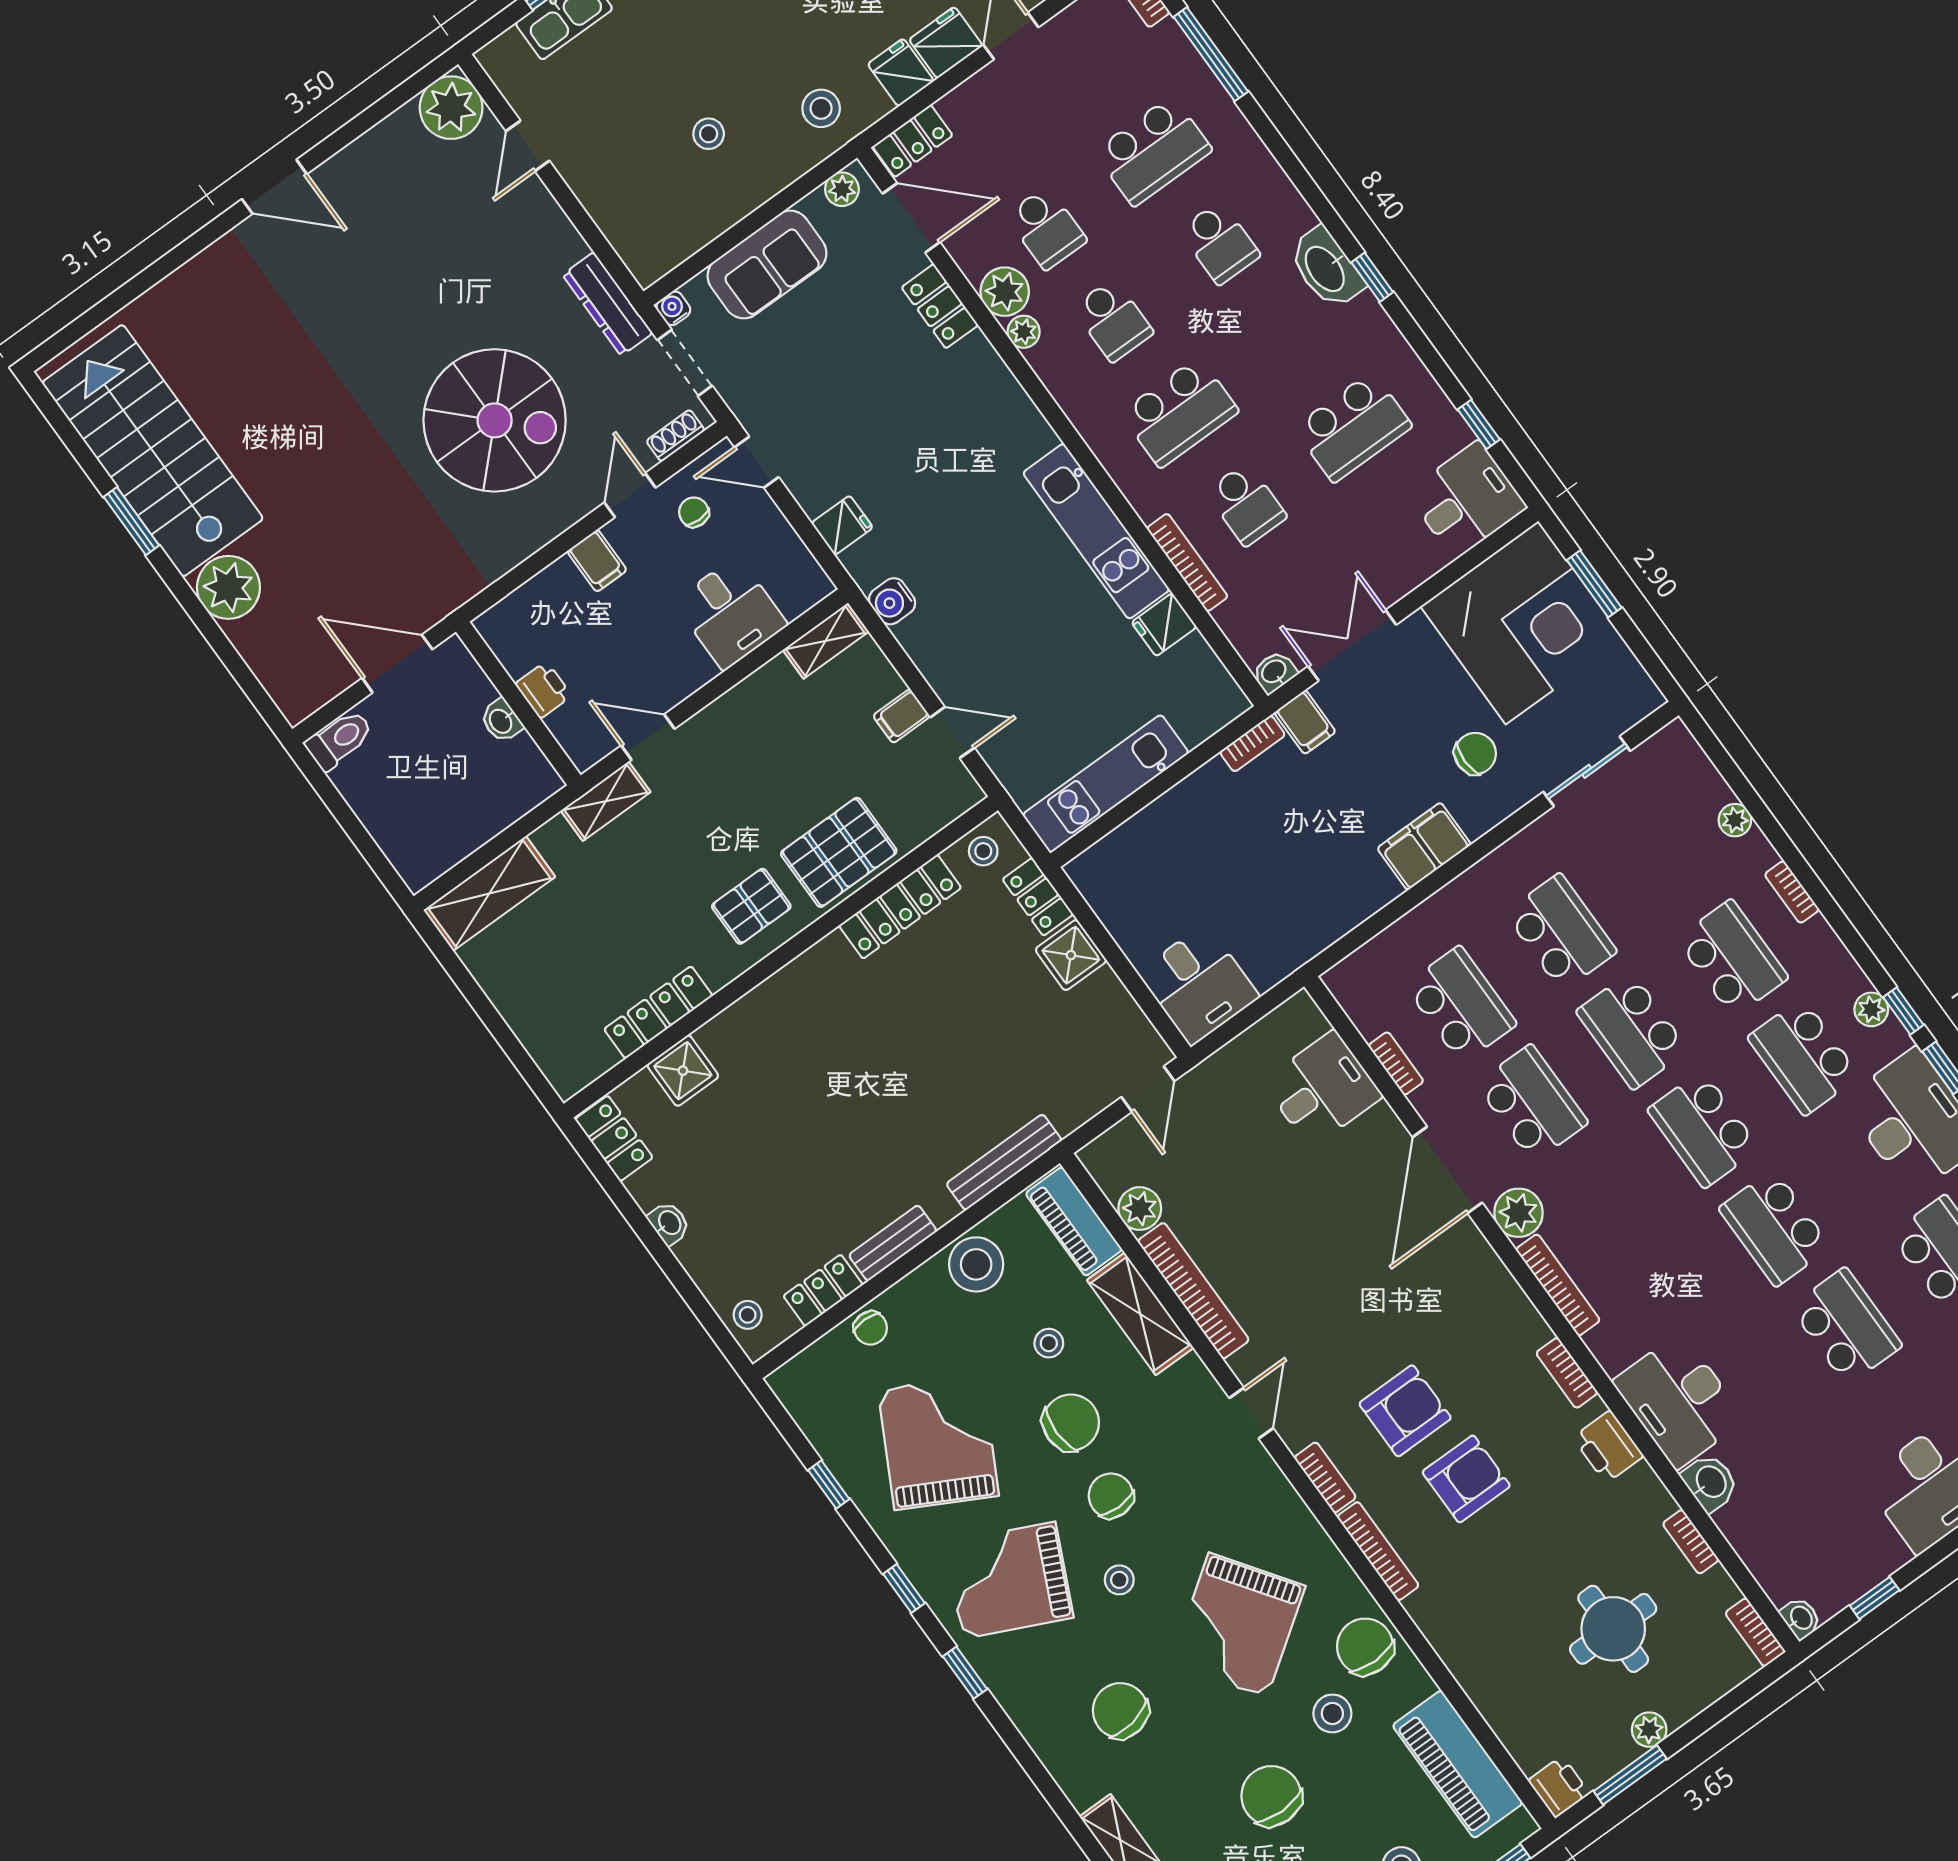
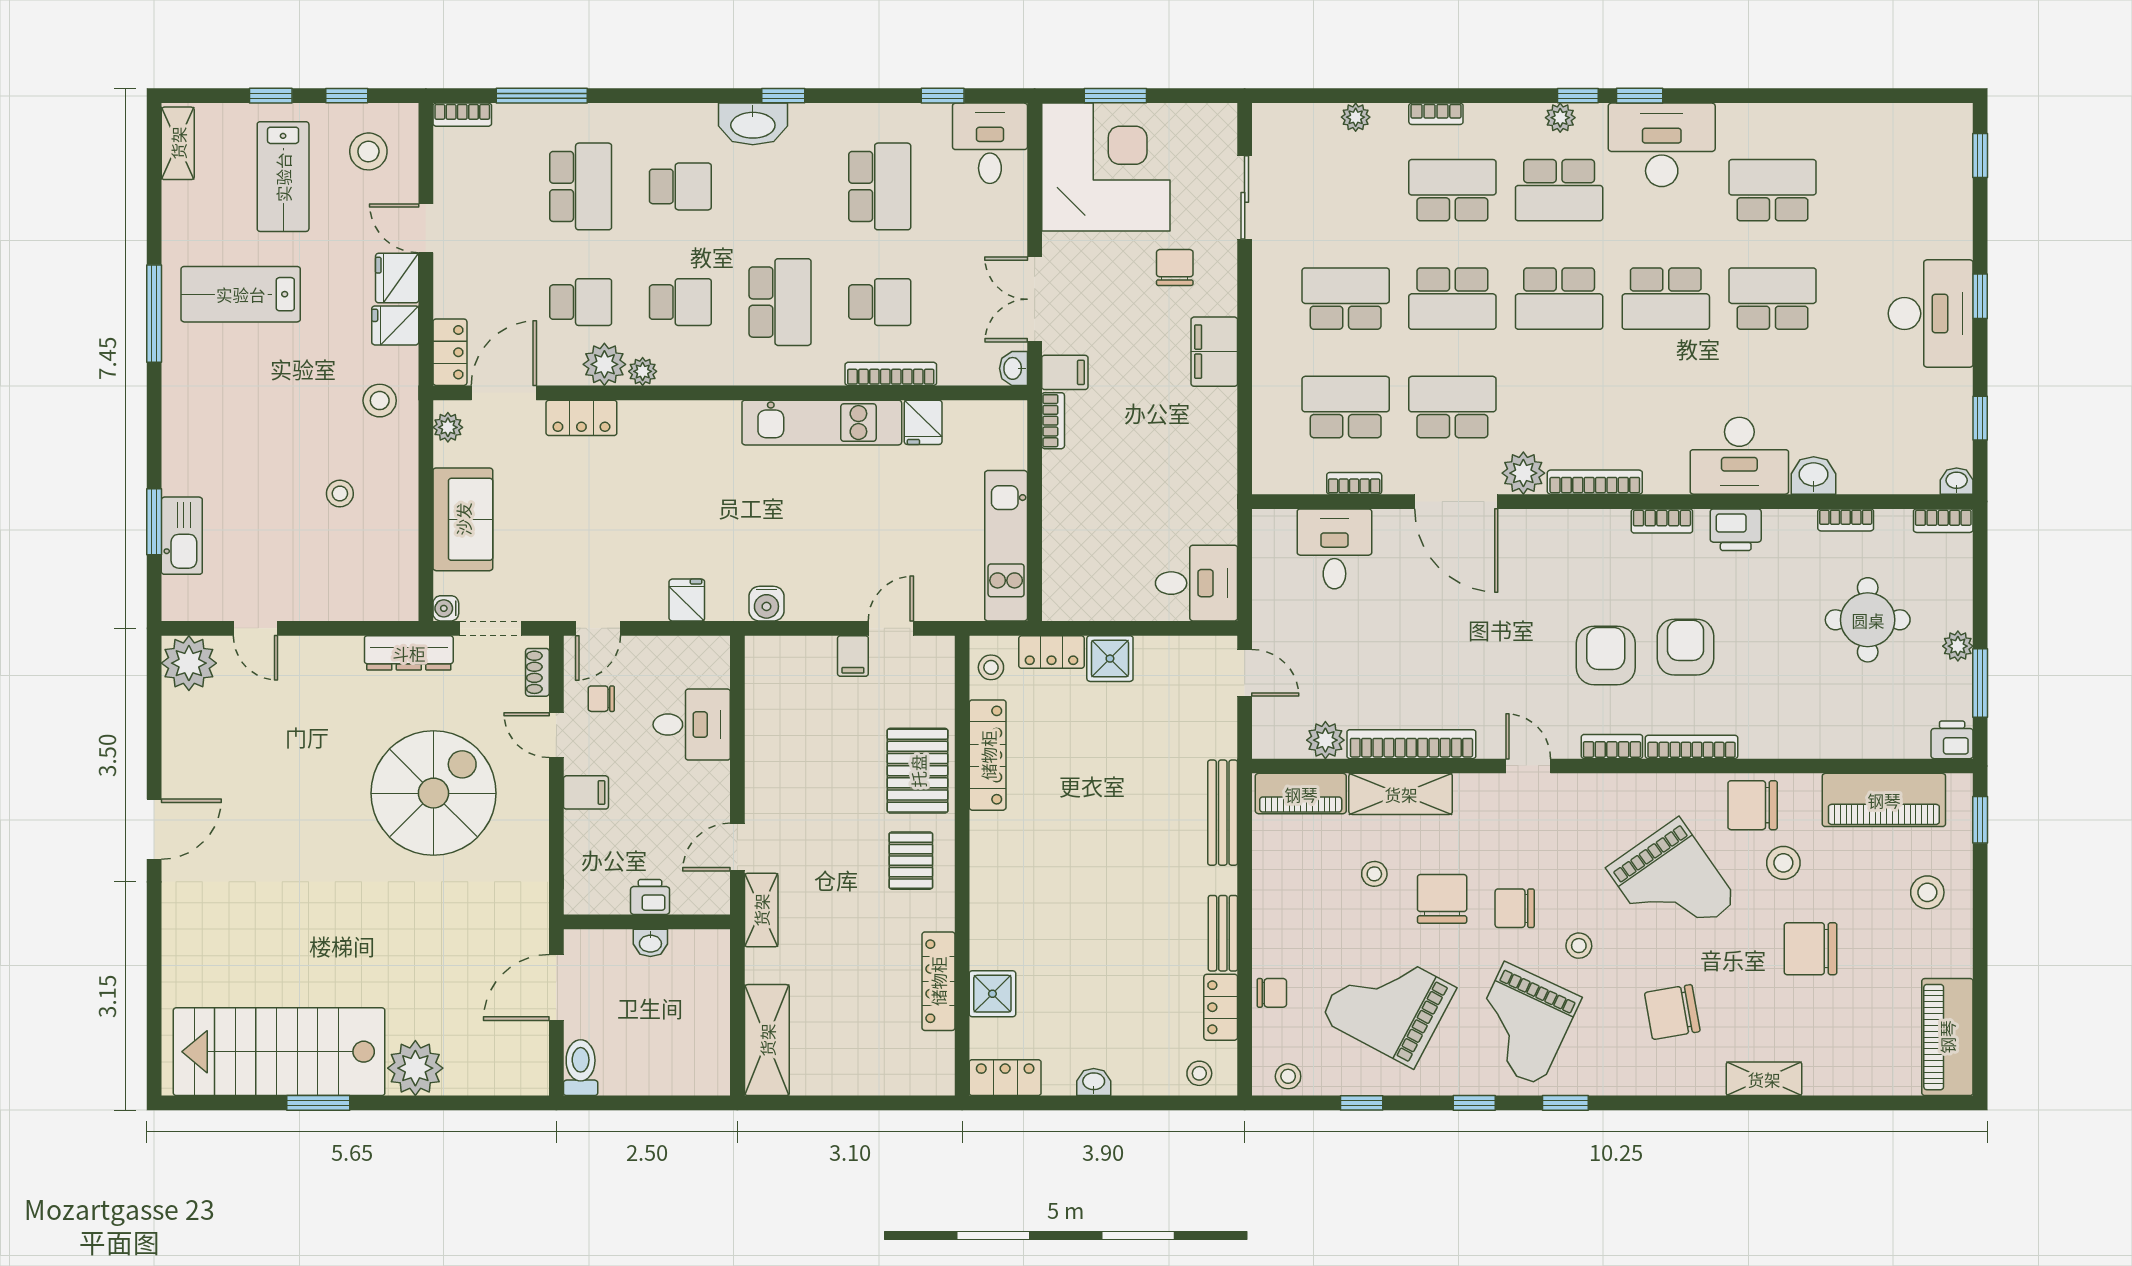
shelving: (825, 641) -> (760, 672), removed
stool: (976, 1264) -> (1288, 1076), moved, width x0.53, depth x0.53

